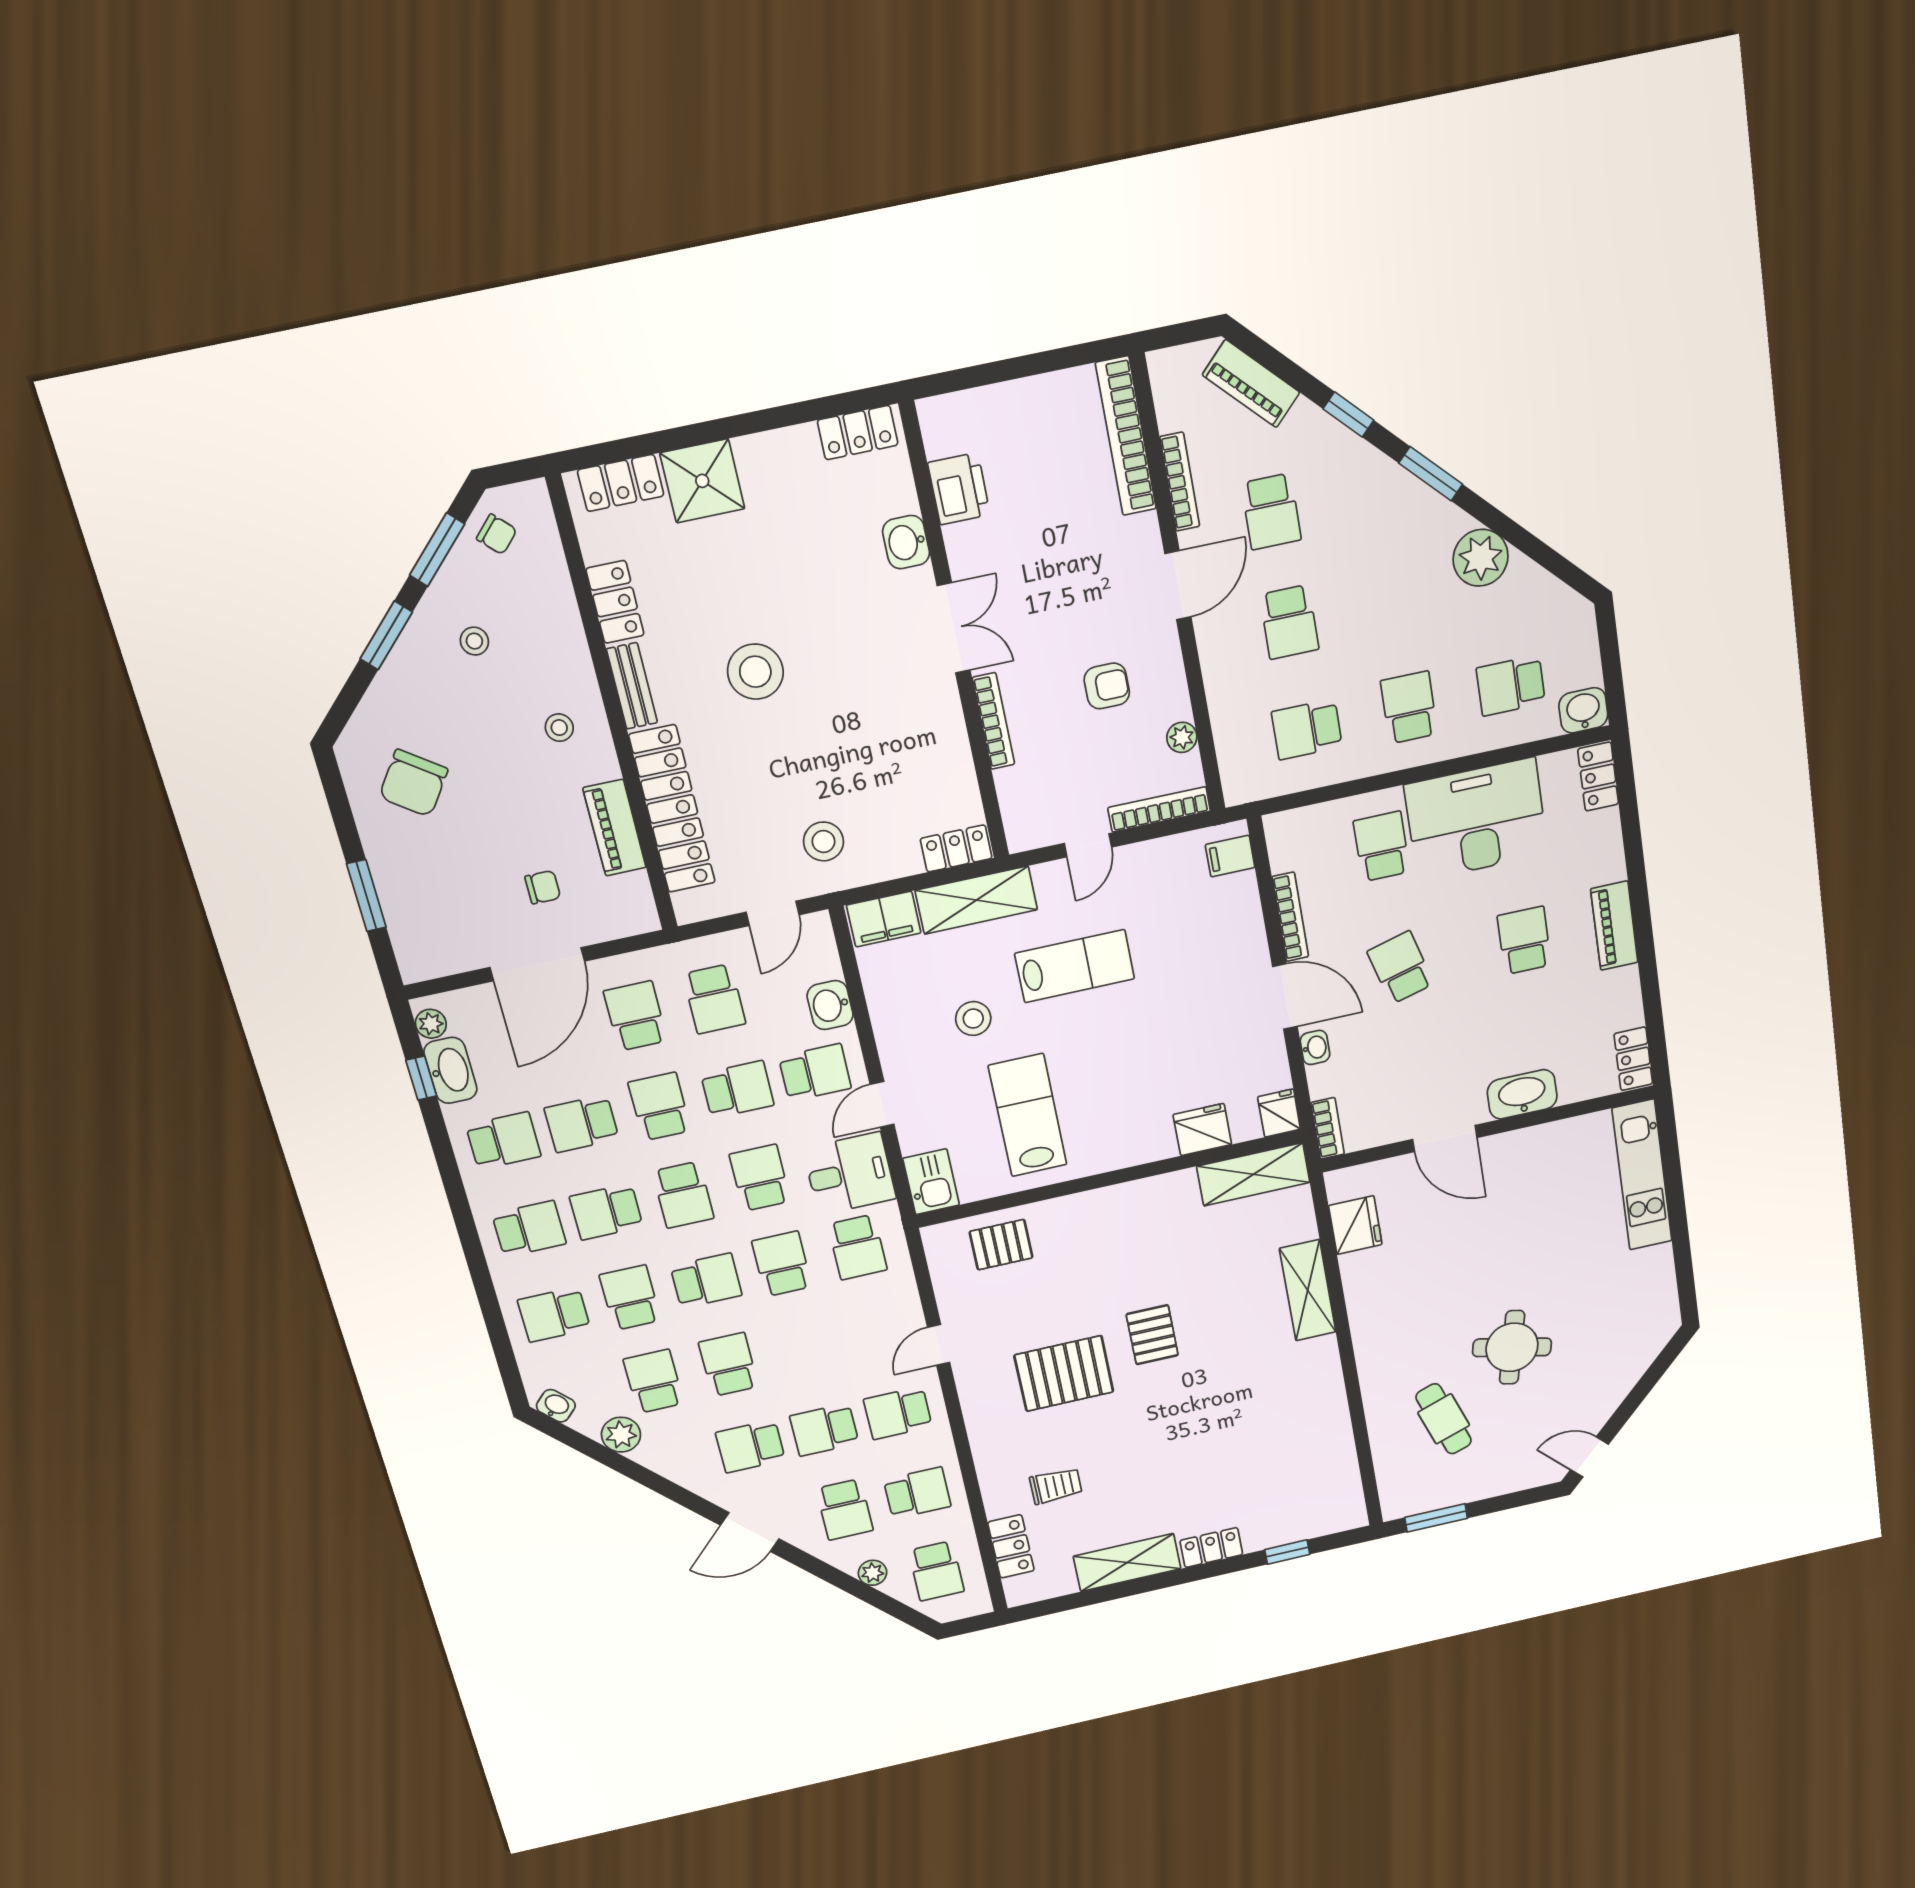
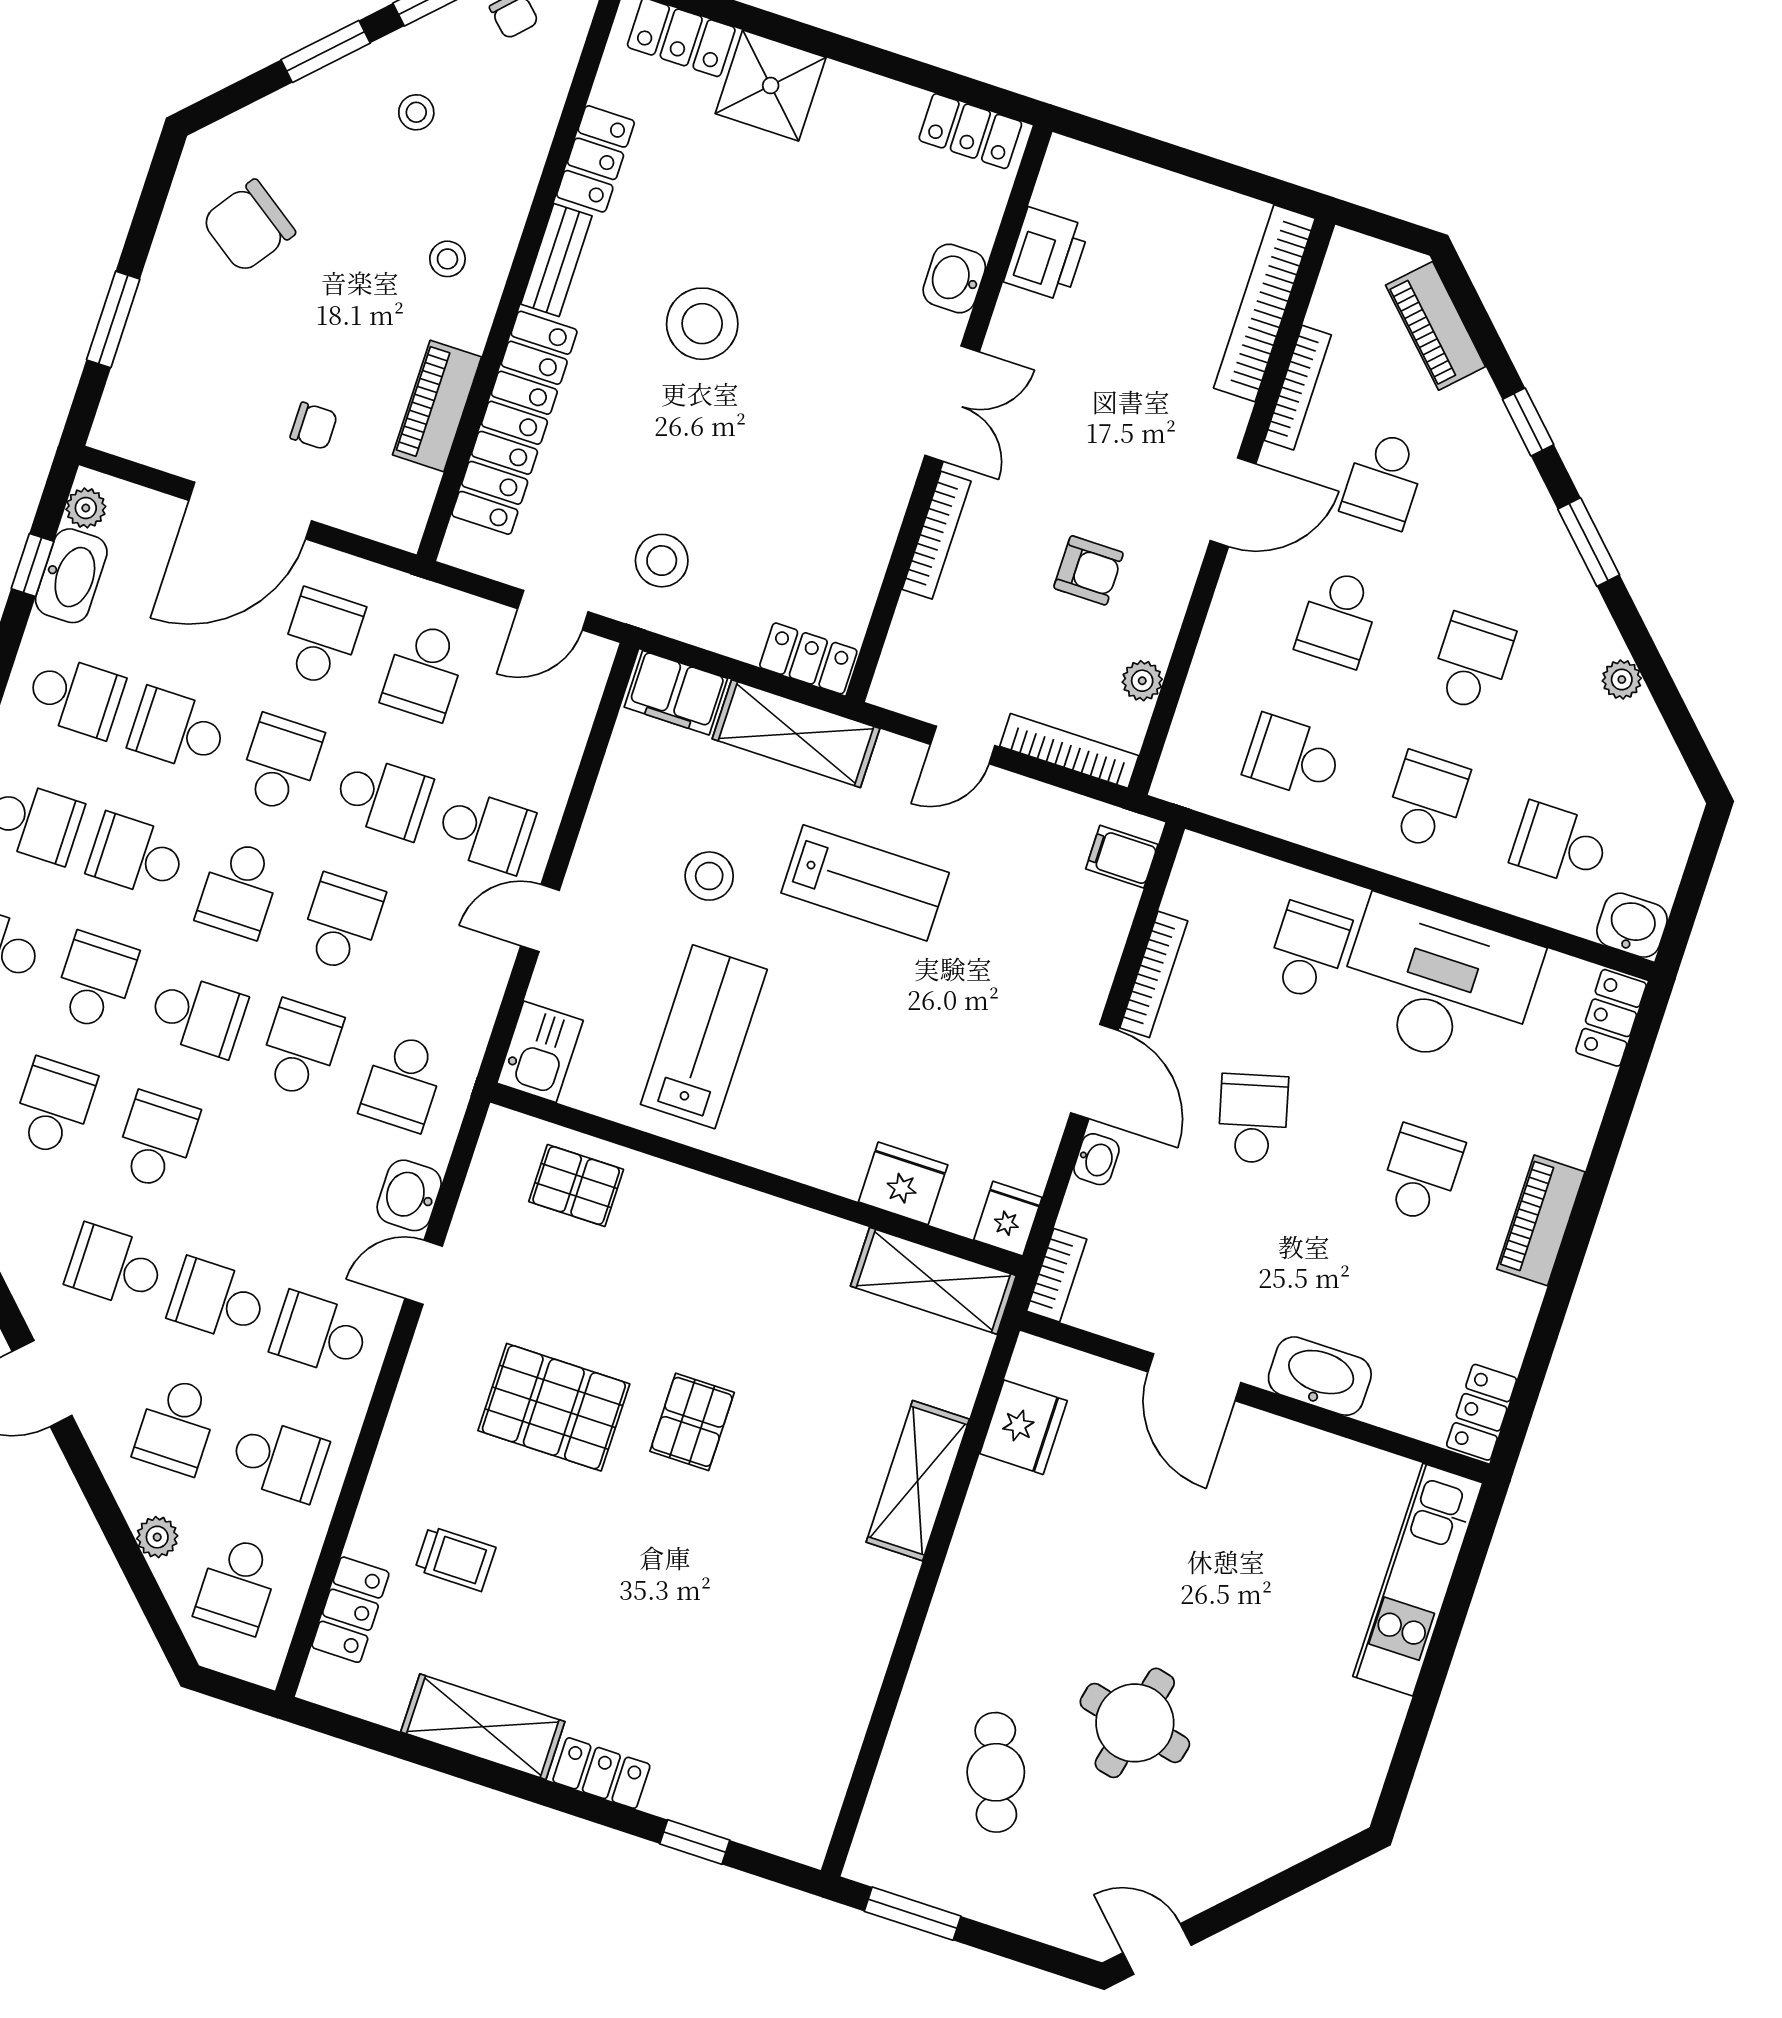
plant: (1481, 558) -> (1622, 680), width x0.53, depth x0.53
school desk: (1393, 600) -> (1472, 662), added
washbasin: (830, 1005) -> (409, 1195), moved
desk: (850, 1174) -> (450, 982), removed

